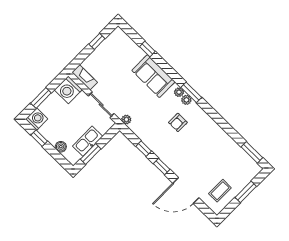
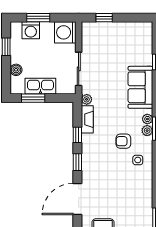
window: (97, 41) -> (104, 18), moved
fireplace: (85, 77) -> (87, 119), moved
washing machine: (37, 119) -> (31, 30), moved, turned 90
side table: (200, 125) -> (138, 160), added
door: (186, 191) -> (77, 199), hinge flipped

